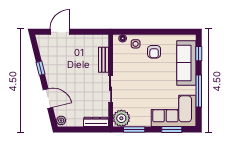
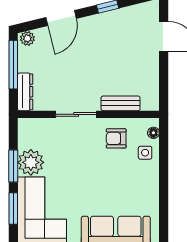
armchair: (154, 52) -> (116, 138), moved
plant: (121, 118) -> (31, 162), moved
window: (78, 130) -> (13, 65), added
window: (134, 130) -> (13, 166), moved

